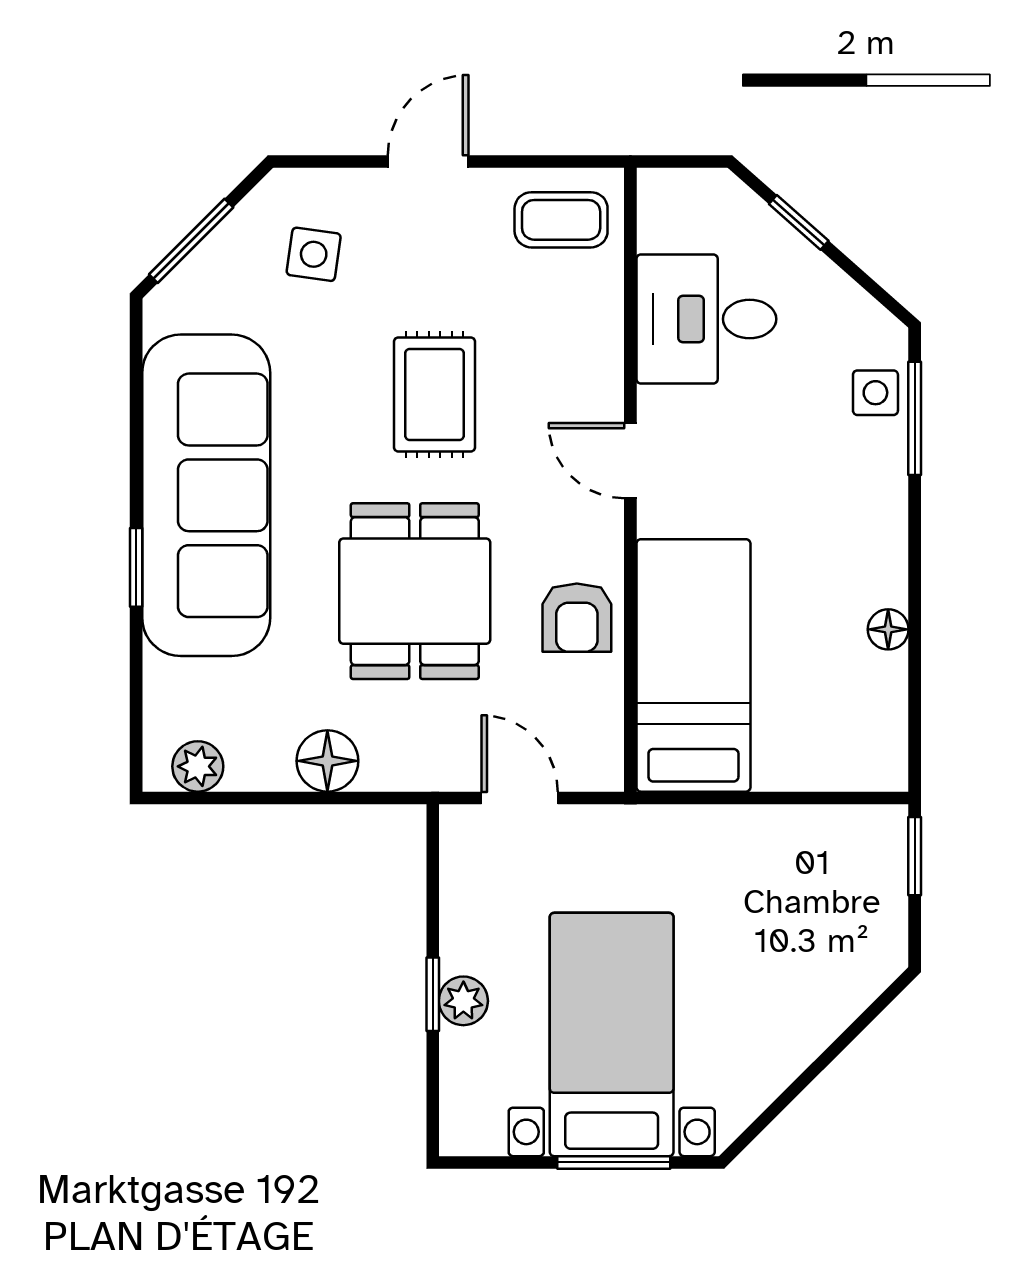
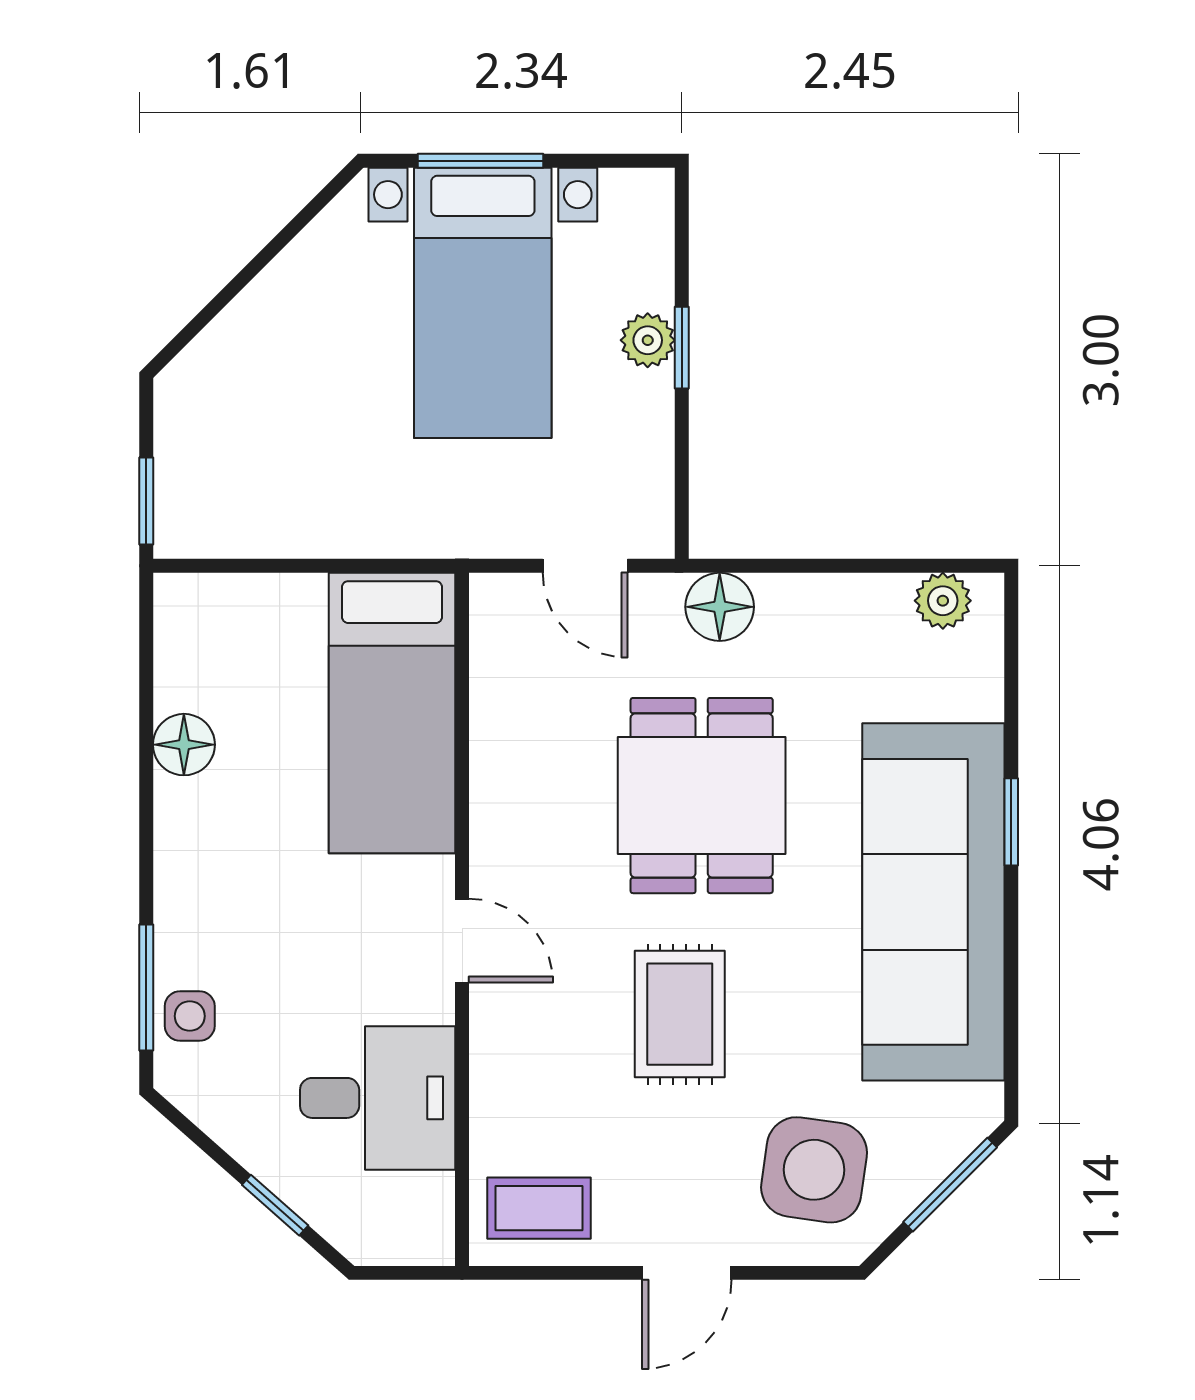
side table: (314, 254) -> (814, 1170), width x1.87, depth x1.87
armchair: (577, 618) -> (522, 766), removed
floor lamp: (888, 629) -> (184, 745), width x1.37, depth x1.37
floor lamp: (327, 761) -> (720, 607), moved

